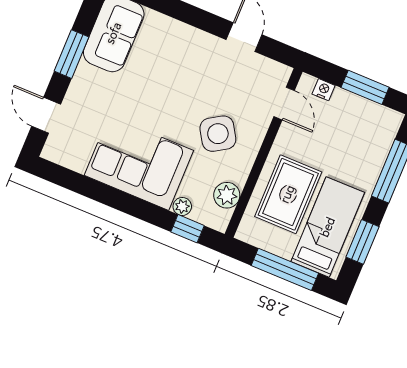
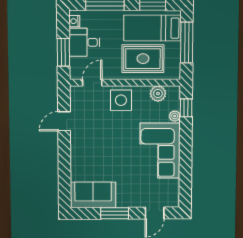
window: (365, 87) -> (63, 52), moved
nightstand: (324, 90) -> (74, 21), moved
desk: (348, 117) -> (84, 42), added
side table: (218, 134) -> (121, 100), moved, turned 32

